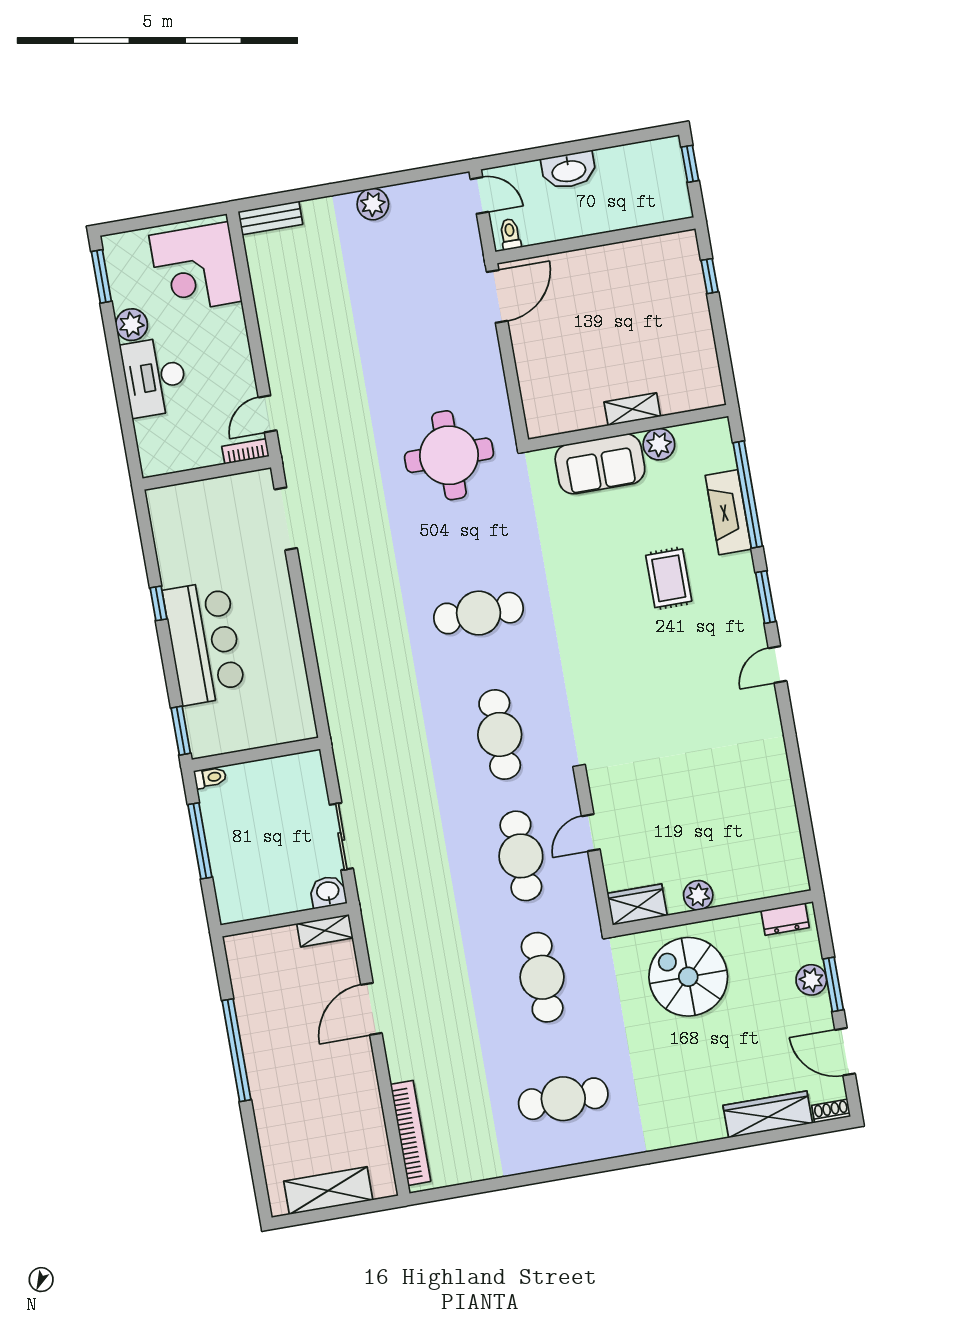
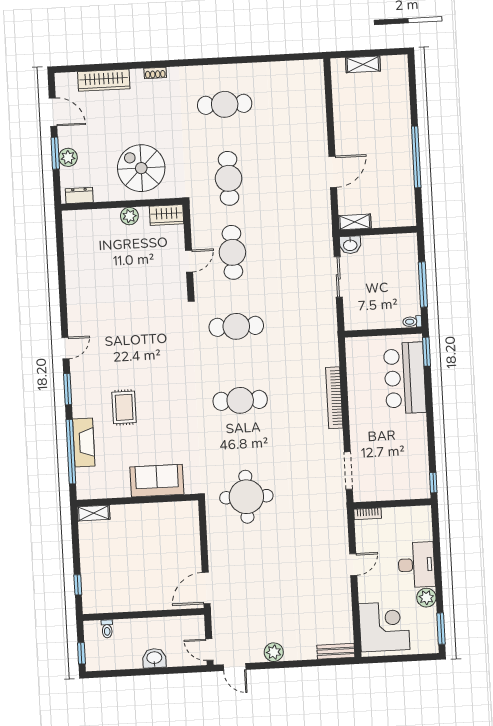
washbasin: (569, 170) -> (154, 658), width x0.72
door: (434, 172) -> (235, 667), added
toilet: (510, 234) -> (107, 629), moved
shelving: (632, 409) -> (94, 513), moved
door: (268, 414) -> (353, 565), moved
plant: (659, 444) -> (120, 488), removed
window: (158, 603) -> (433, 483), moved
bar counter: (204, 643) -> (405, 378), moved
cafe table: (500, 734) -> (236, 326), turned 90
spiral stairs: (688, 977) -> (141, 168), turned 180
shoe rack: (831, 1111) -> (155, 73), moved
bookcase: (411, 1133) -> (334, 398), moved
shelving: (328, 1191) -> (363, 64), width x0.67, depth x0.75

